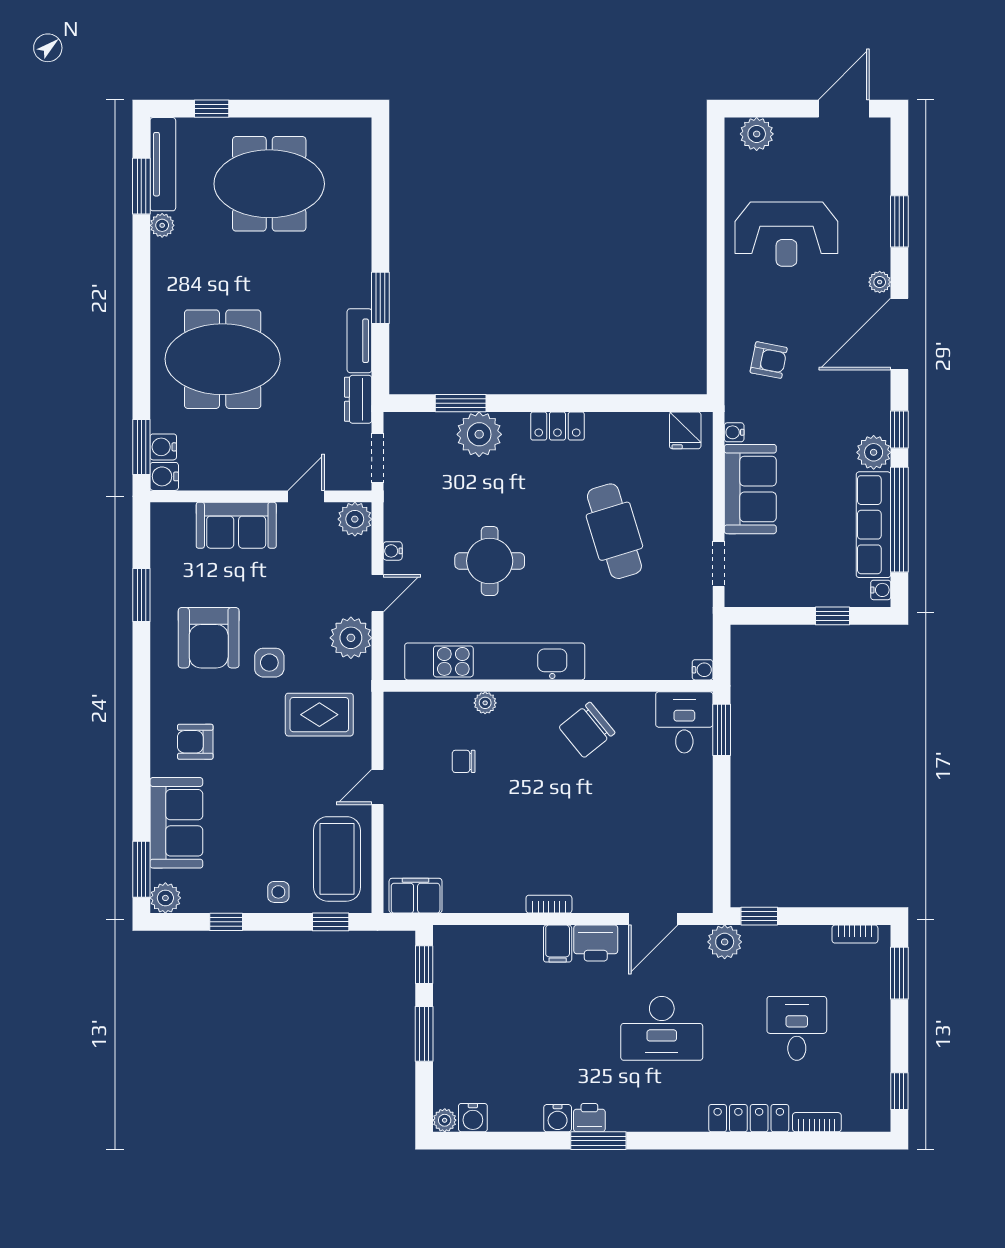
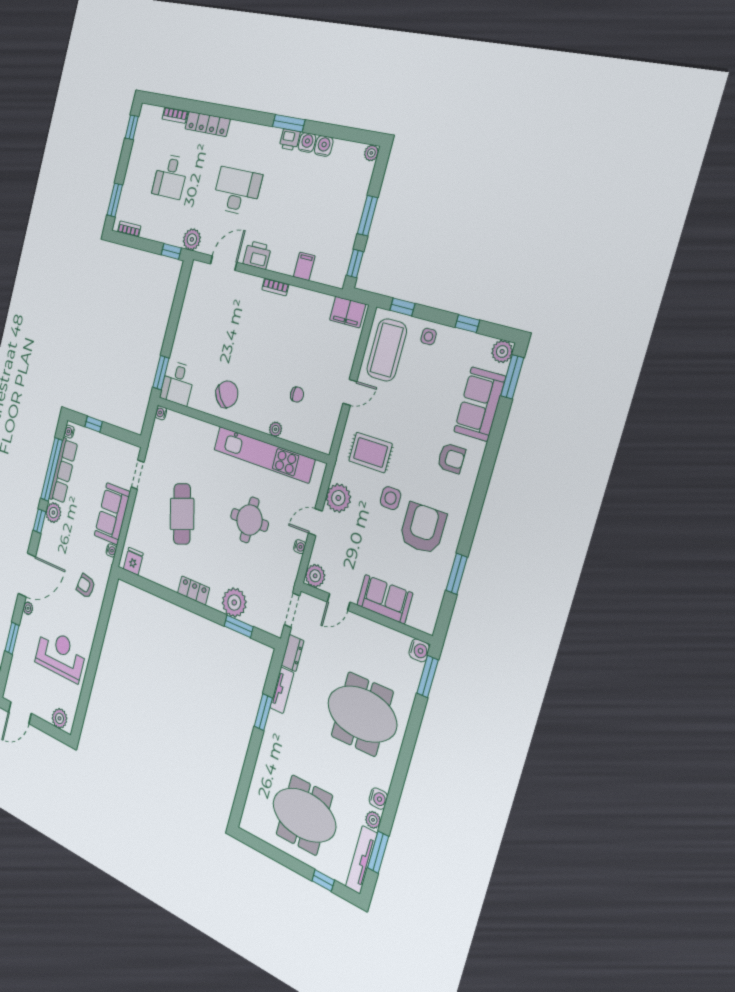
water cooler: (163, 447) -> (378, 799), moved
filing cabinet: (558, 944) -> (304, 266), moved
water cooler: (473, 1118) -> (324, 146), moved

